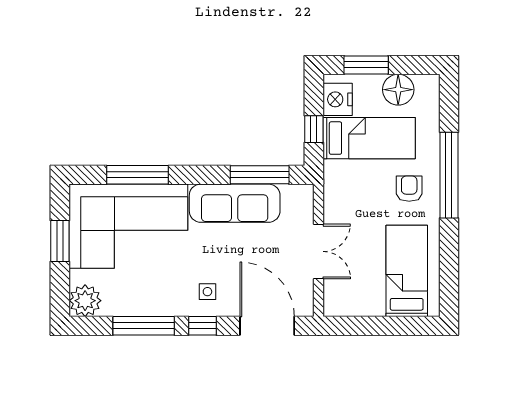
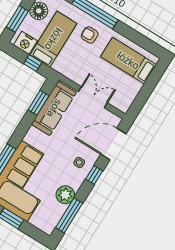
window: (260, 175) -> (39, 103), width x0.69
sofa: (235, 203) -> (54, 108), moved
plant: (85, 301) -> (65, 195), moved
window: (144, 326) -> (69, 215), moved

